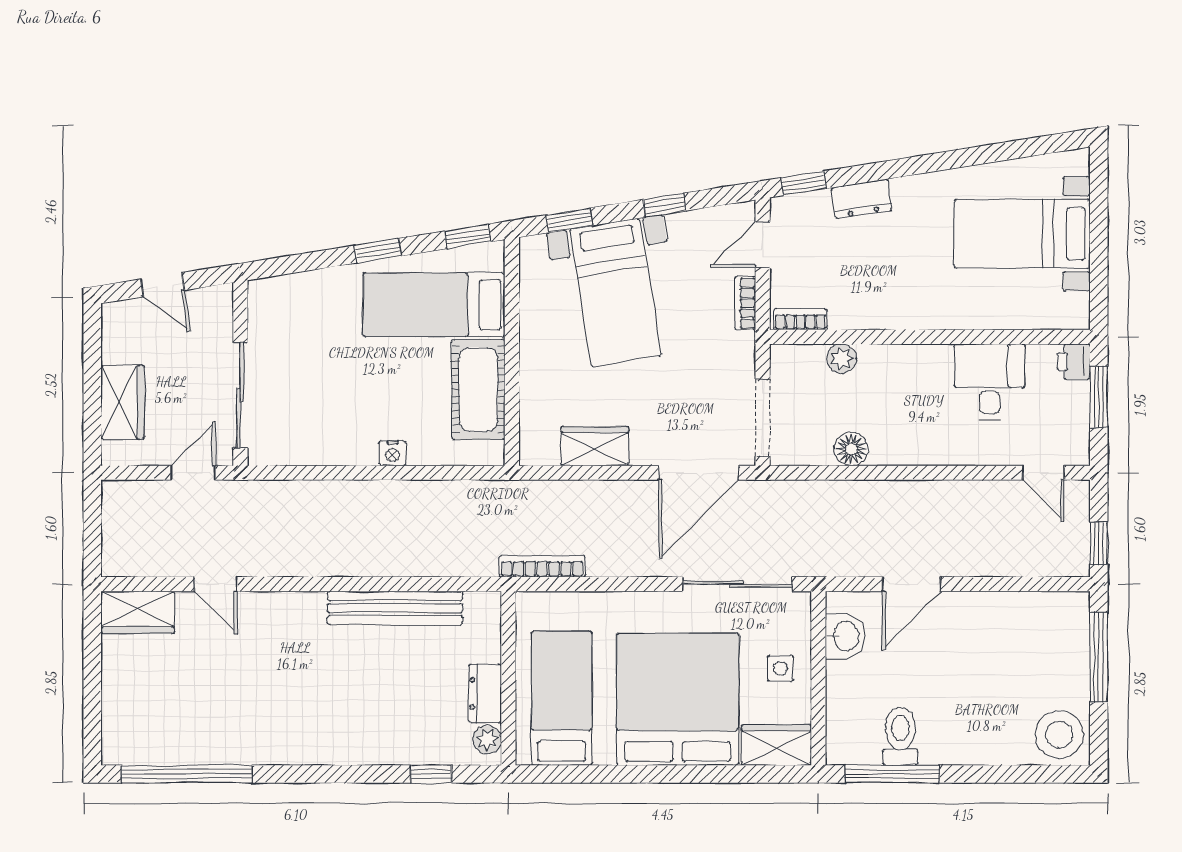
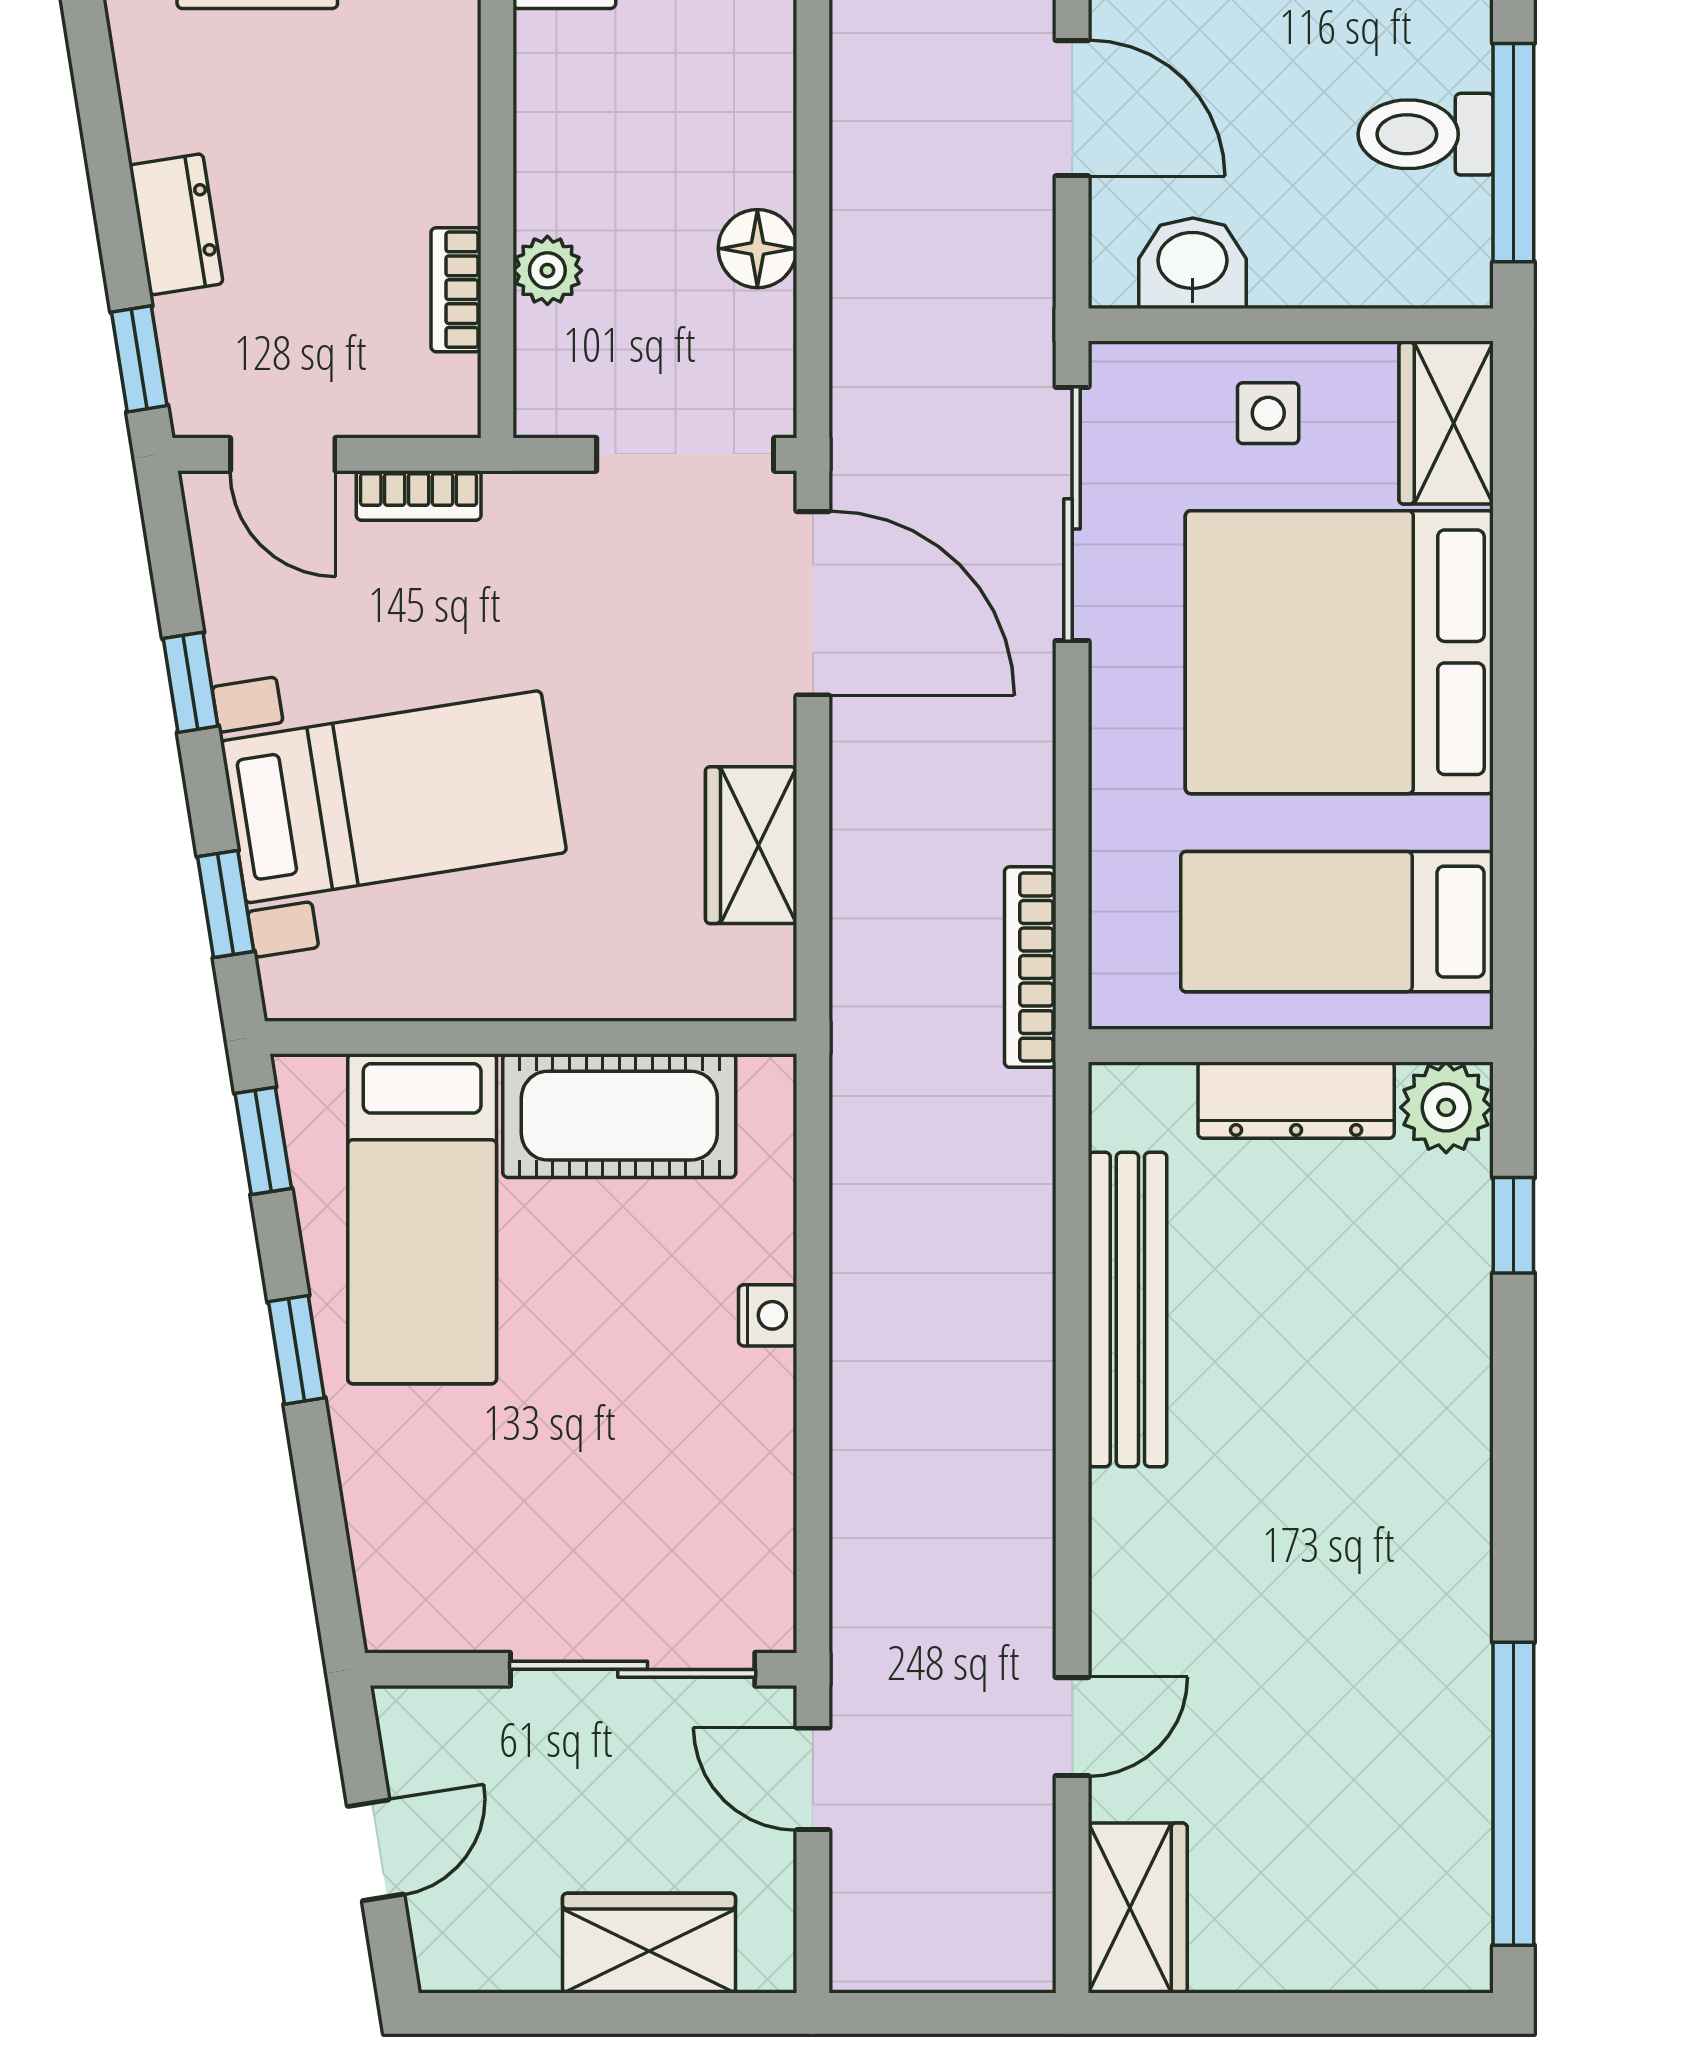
bookcase: (801, 319) -> (456, 290), moved
dresser: (485, 693) -> (1296, 1100), width x1.44
plant: (487, 740) -> (1446, 1107), width x1.38, depth x1.38

